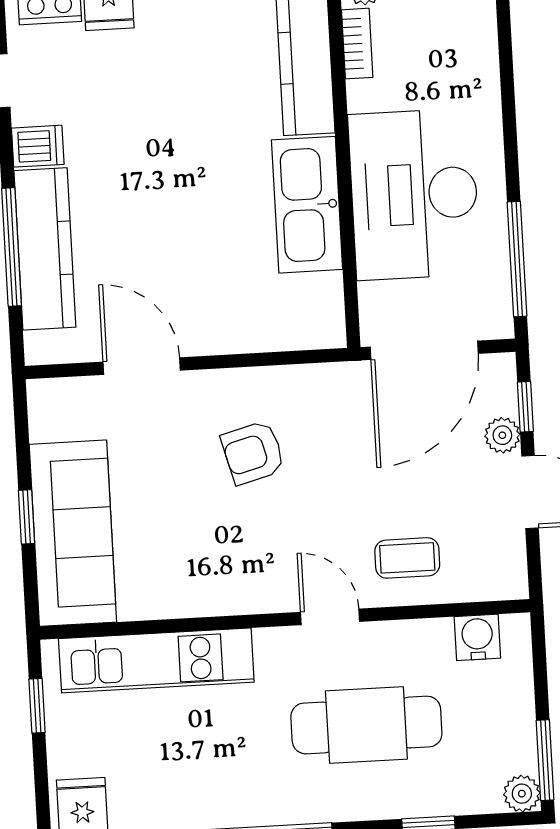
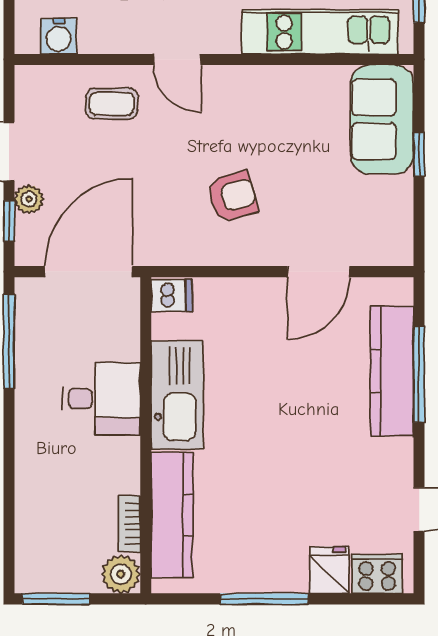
dishwasher: (38, 146) -> (172, 295), moved, turned 180
desk: (414, 194) -> (101, 399), width x0.53, depth x0.77
door: (142, 366) -> (319, 272), hinge flipped
sofa: (73, 533) -> (382, 119), width x0.73

